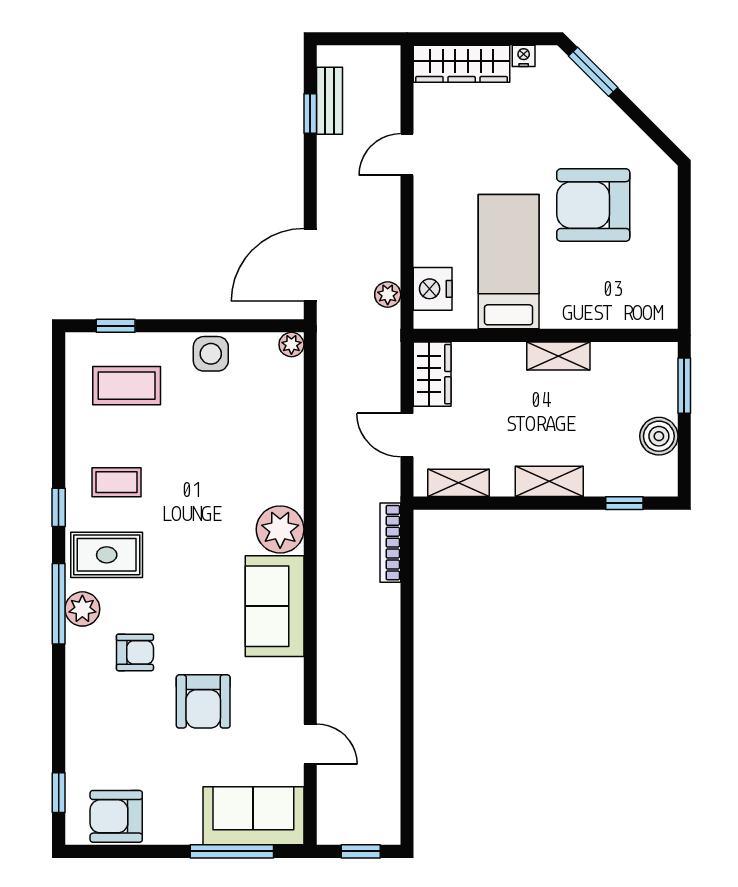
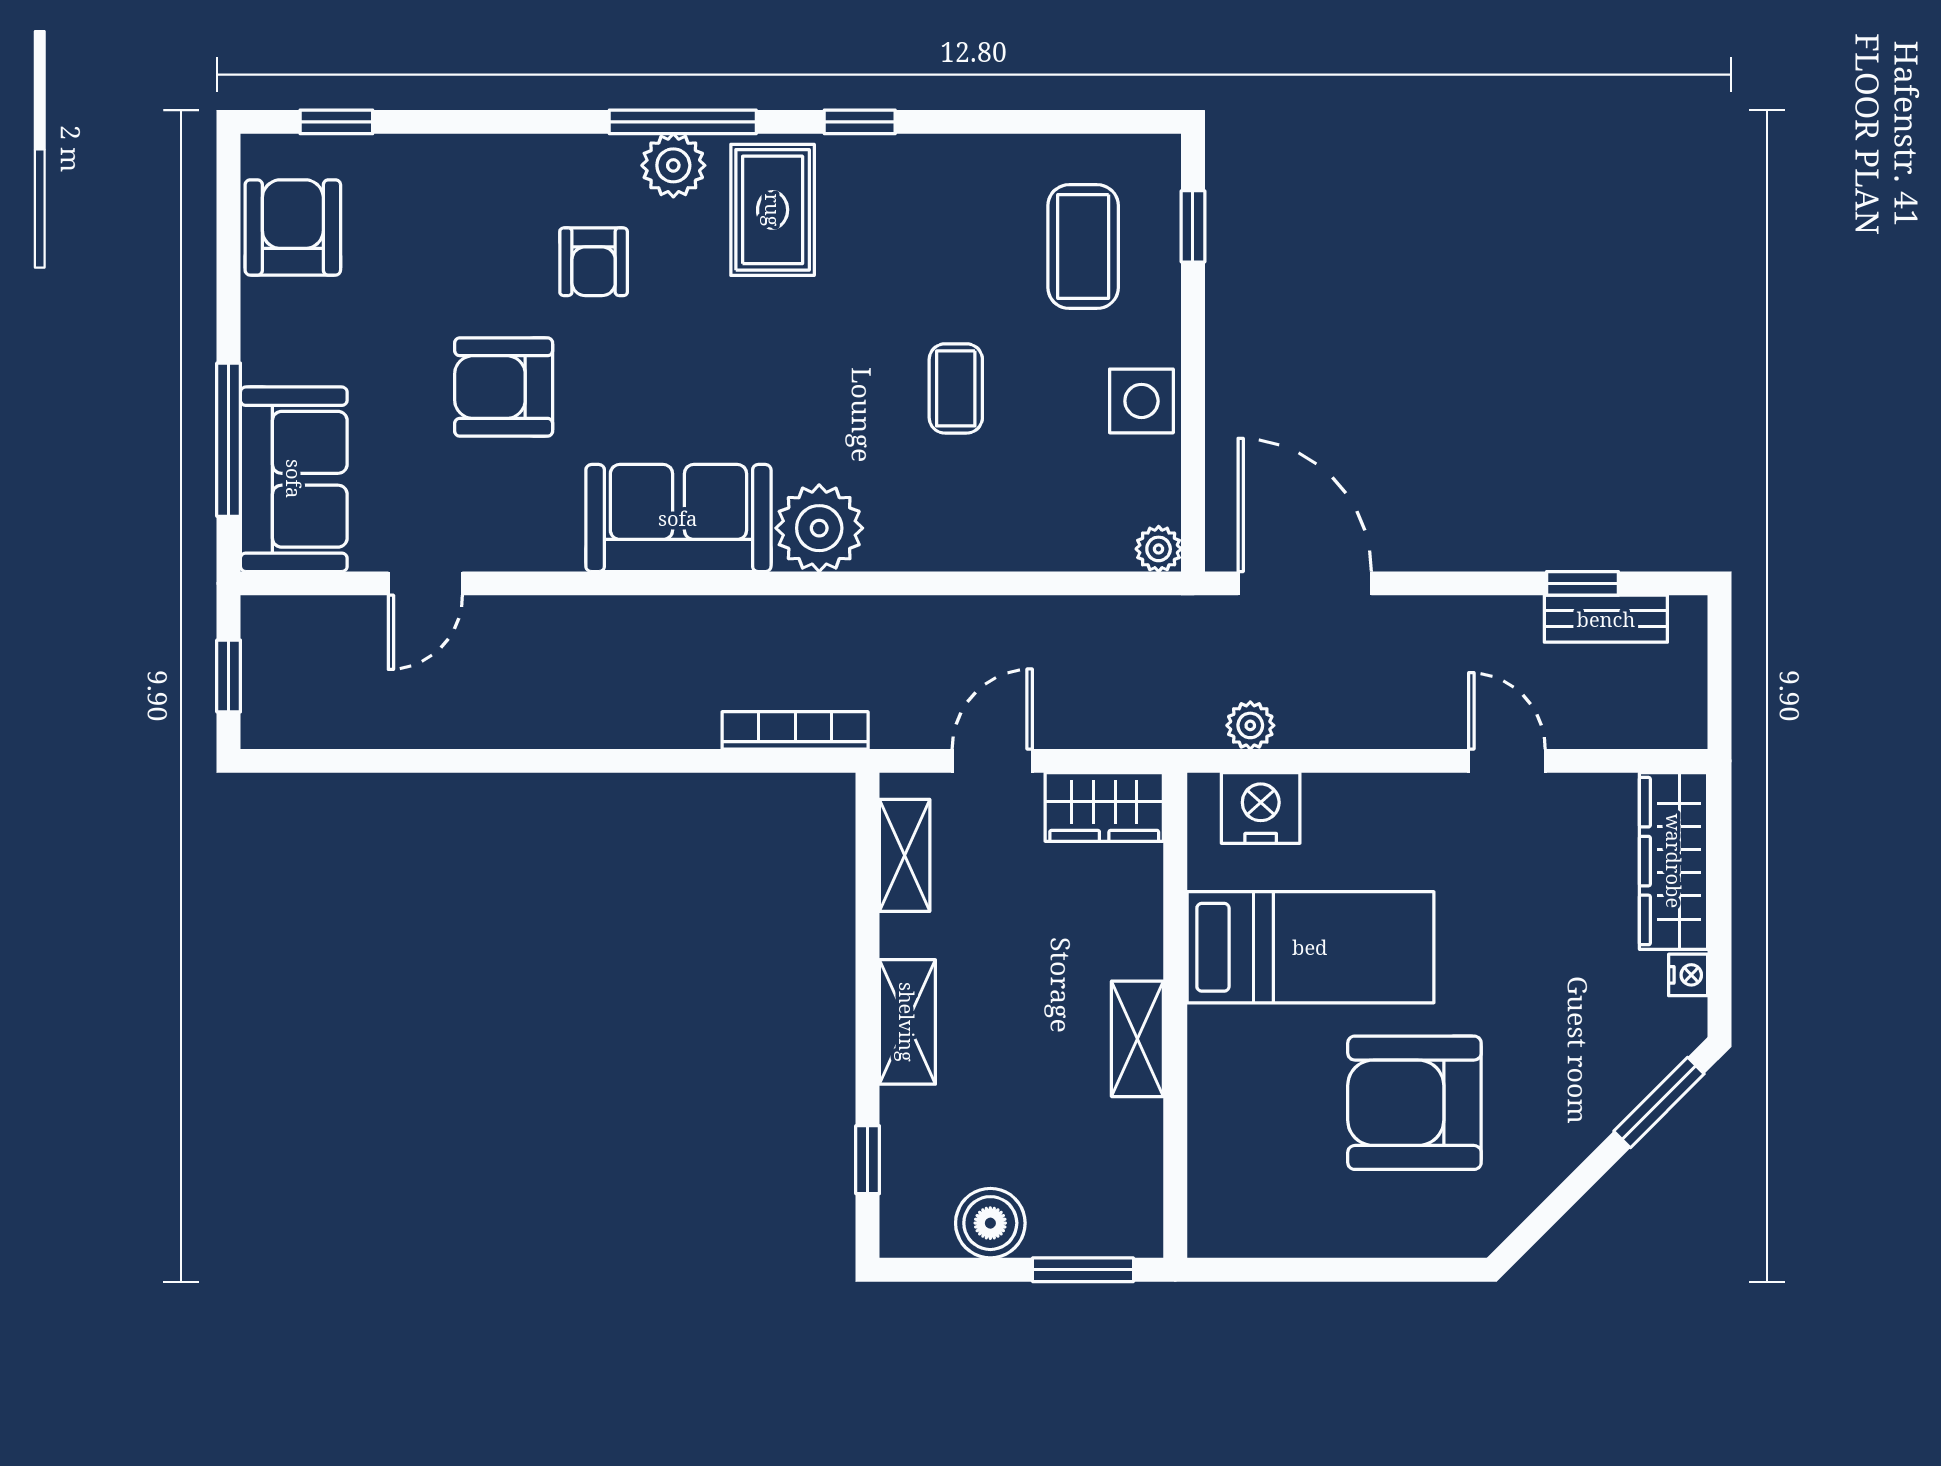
armchair: (593, 205) -> (1414, 1103), turned -90
coffee table: (117, 482) -> (956, 388), moved

